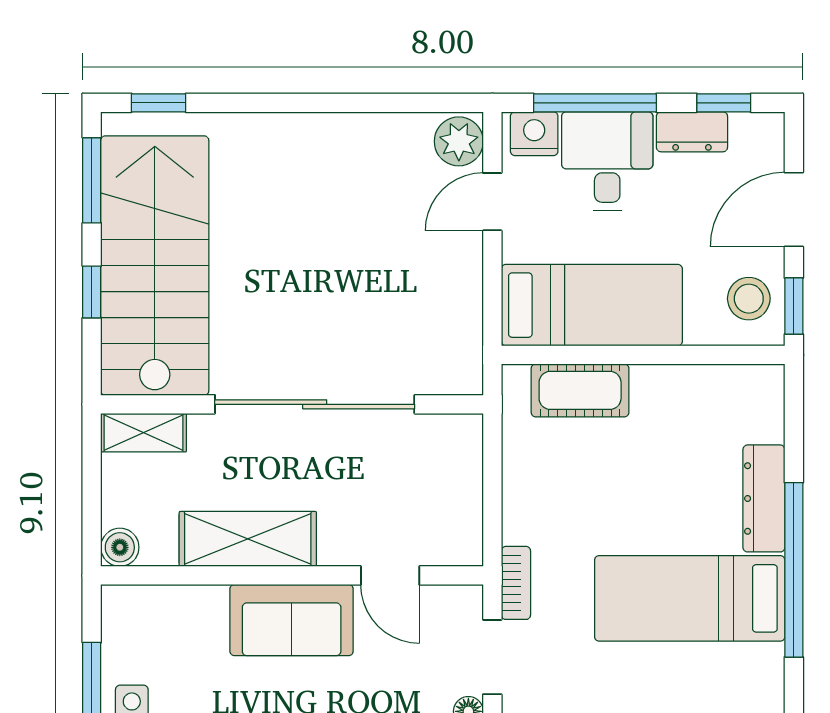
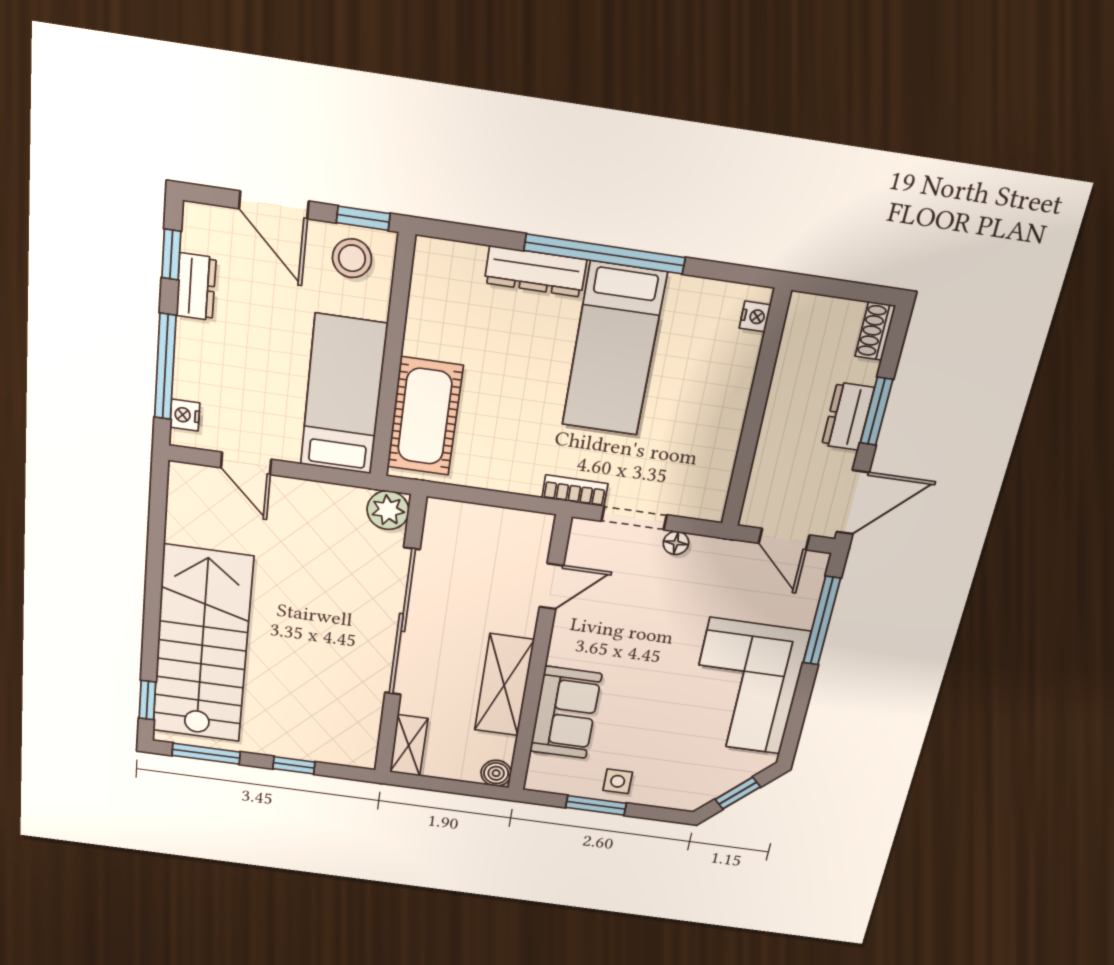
nightstand: (534, 134) -> (185, 415), width x0.72, depth x0.74
plant: (459, 141) -> (388, 510), moved
desk: (607, 161) -> (218, 364), removed
stairs: (155, 266) -> (202, 645), moved, turned 90
cot: (580, 390) -> (425, 417), width x1.37, depth x1.34
sofa: (292, 620) -> (566, 713), moved

